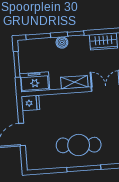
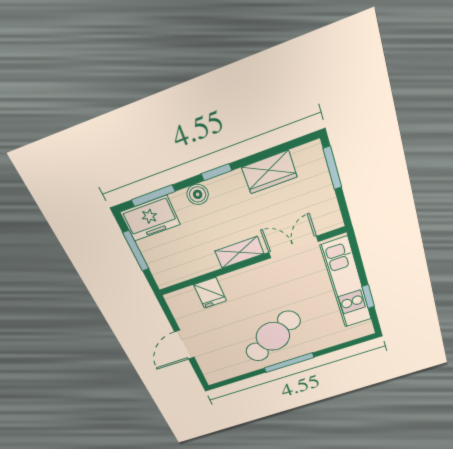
freezer: (35, 82) -> (150, 218), moved, turned 180
fridge: (30, 103) -> (210, 293), moved, turned 90
cafe table: (79, 145) -> (273, 336), turned -33

